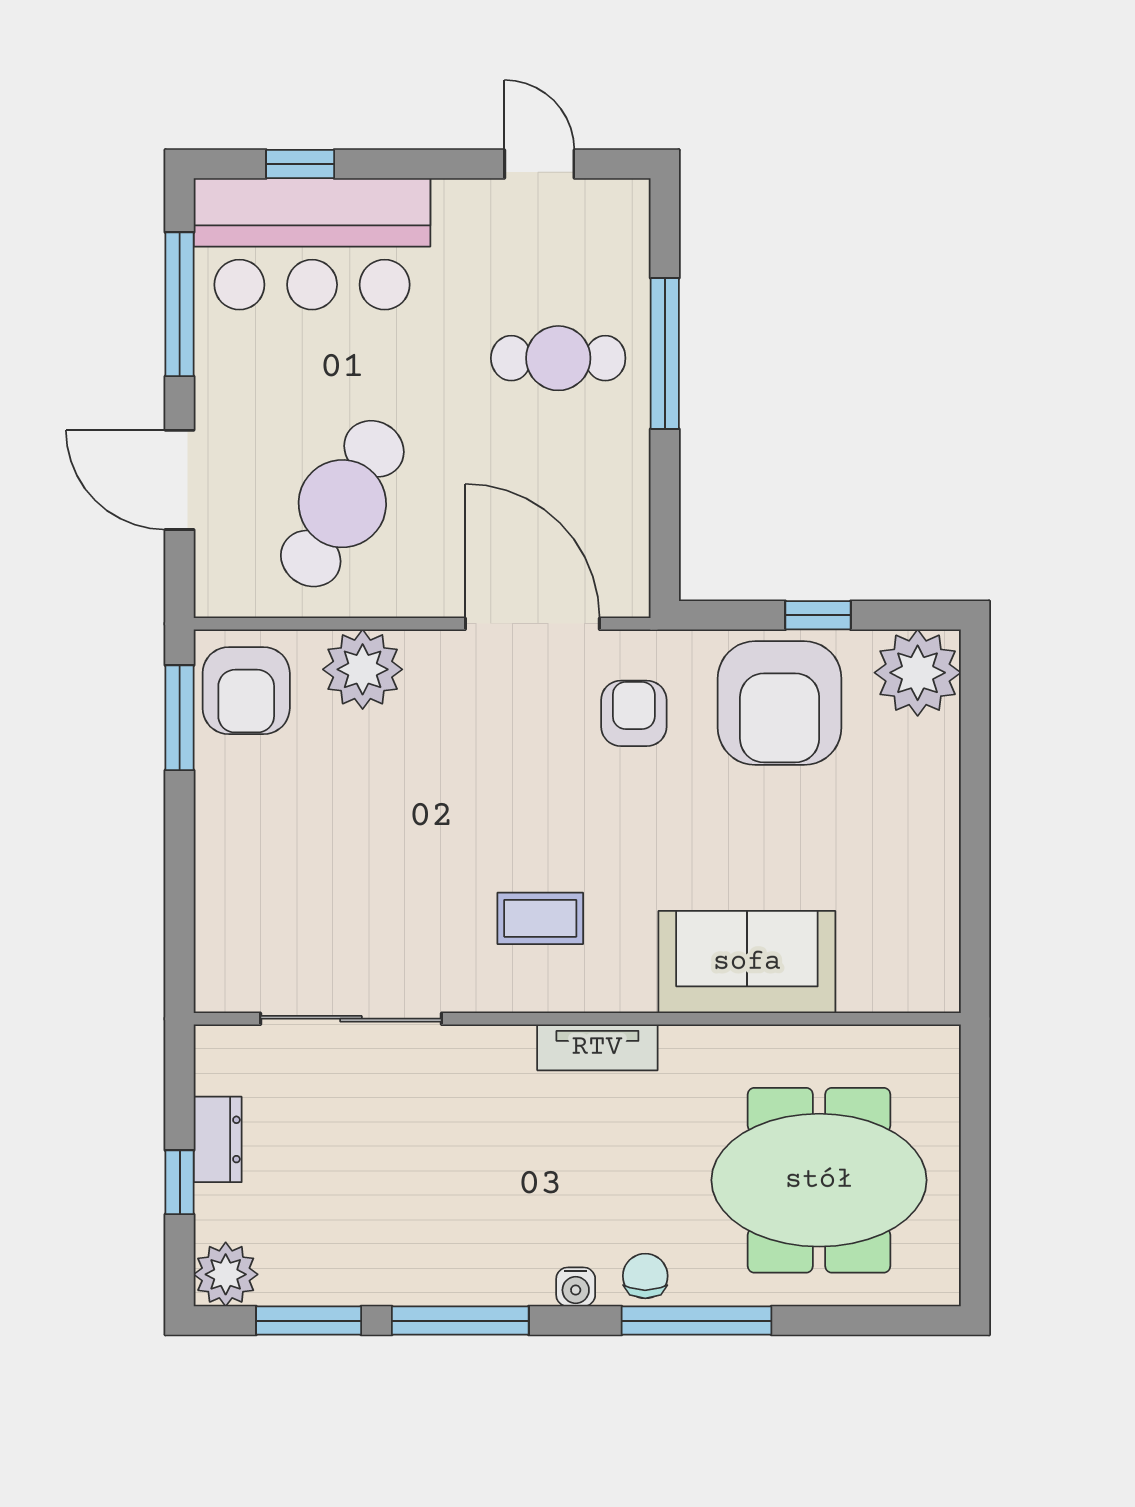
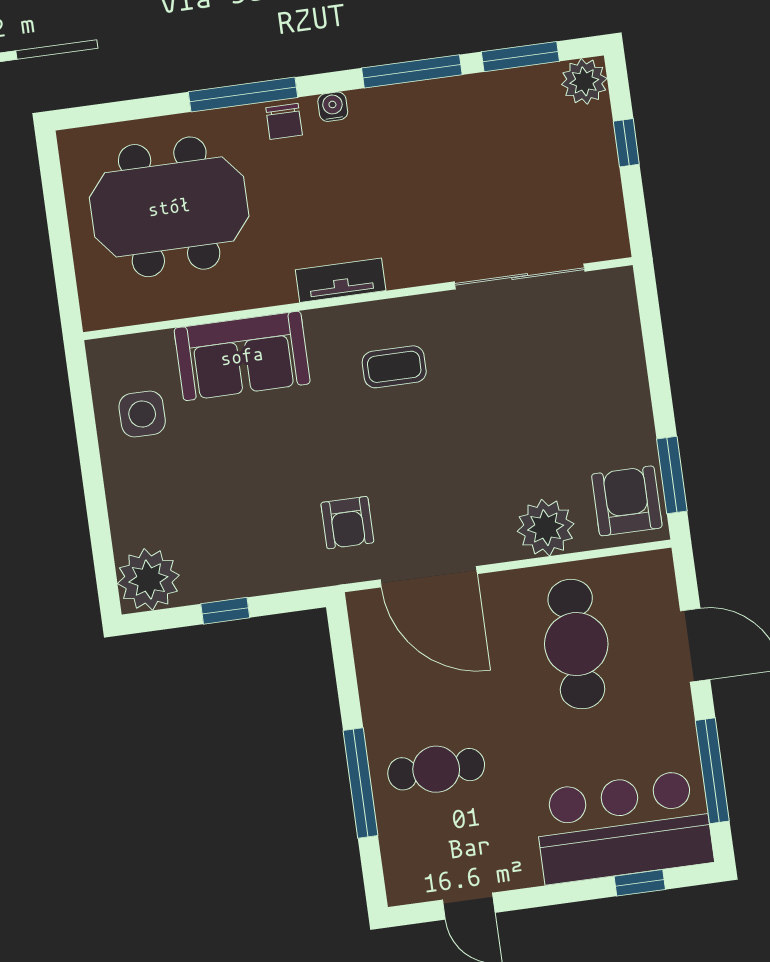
cafe table: (342, 504) -> (576, 644), turned -30
armchair: (780, 703) -> (244, 544), removed
side table: (895, 901) -> (142, 414), added
dresser: (218, 1139) -> (603, 177), removed

